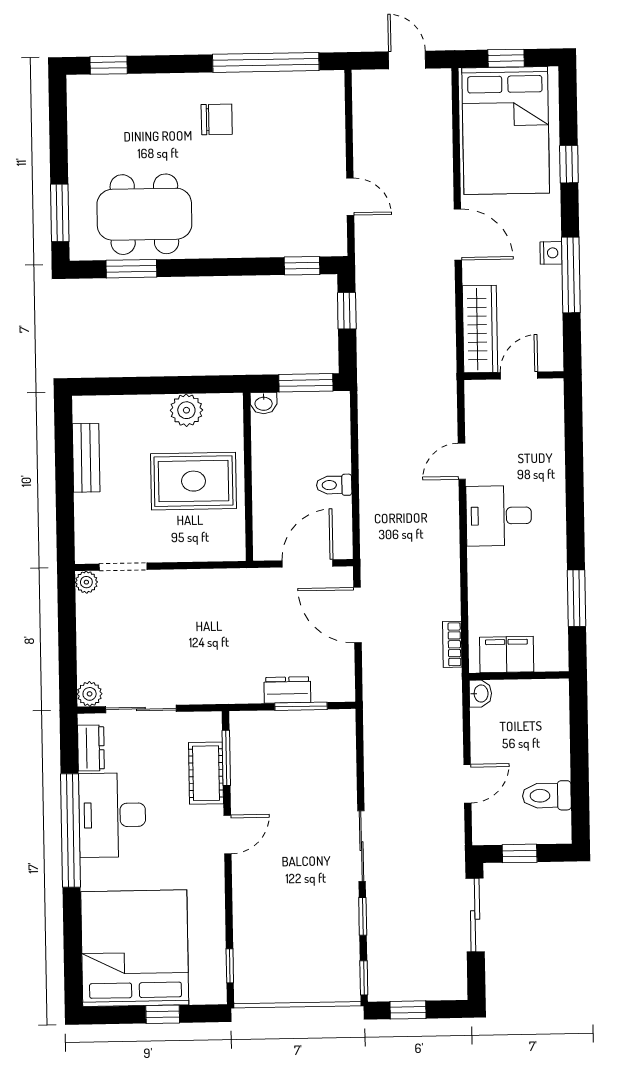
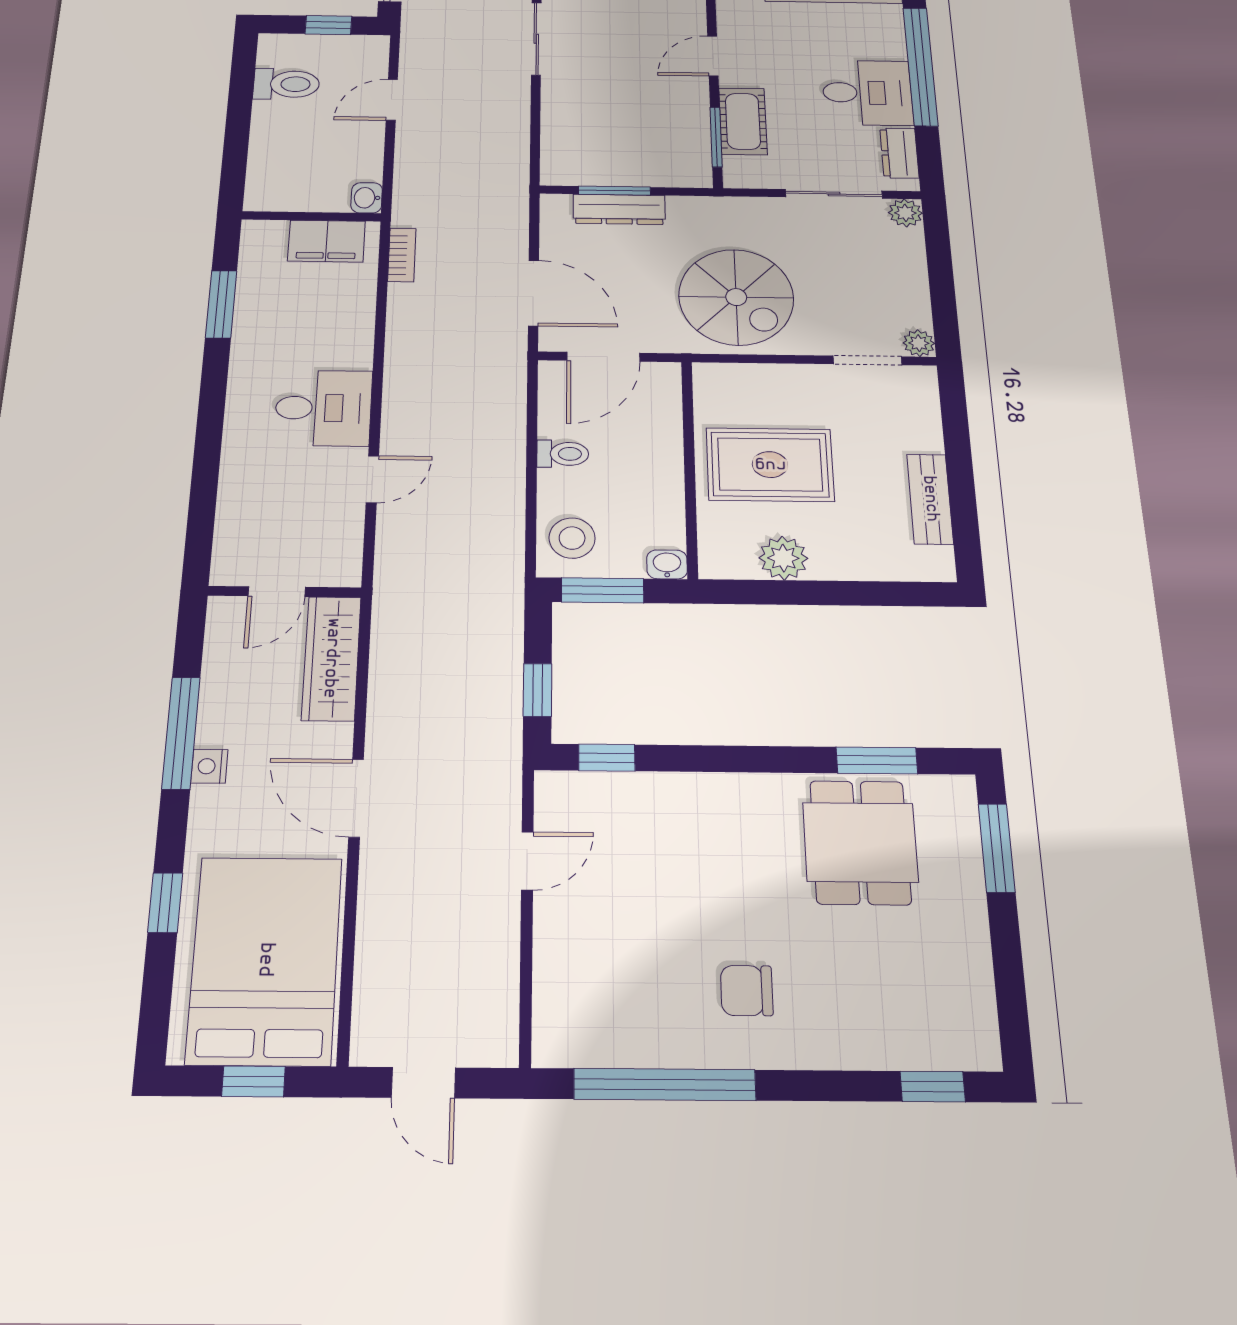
door: (350, 197) -> (527, 861), swing flipped
dining table: (144, 214) -> (860, 842), width x0.73
stool: (327, 421) -> (572, 538), added
spiral stairs: (214, 616) -> (736, 297), added
dresser: (287, 690) -> (619, 209), width x1.44
desk: (112, 815) -> (867, 93), width x0.73

